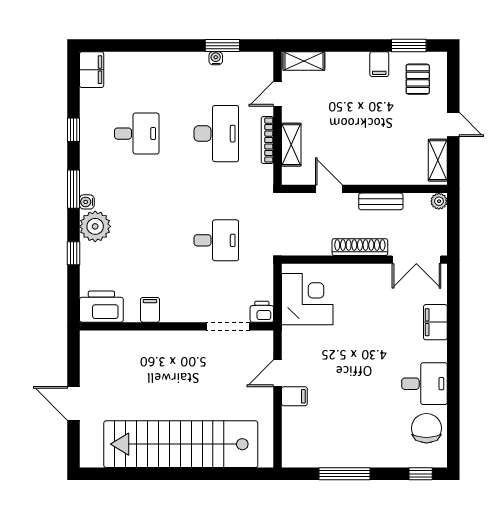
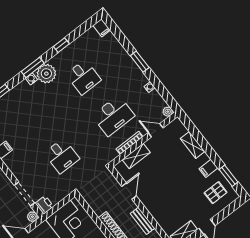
window: (222, 46) -> (140, 62), moved
plant: (265, 60) -> (168, 112), added
shelving: (304, 61) -> (193, 145), moved
filing cabinet: (92, 70) -> (102, 28), width x0.50
plant: (95, 226) -> (46, 74), moved
plant: (265, 339) -> (32, 217), added

